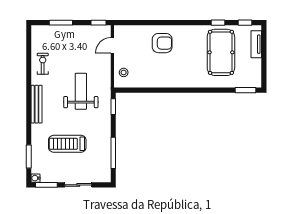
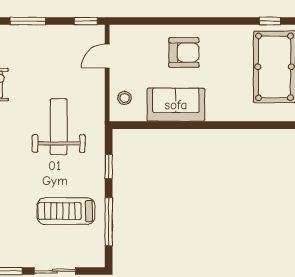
sofa: (157, 77) -> (176, 105), added
window: (113, 107) -> (109, 167), moved
treadmill: (67, 144) -> (66, 211), moved

